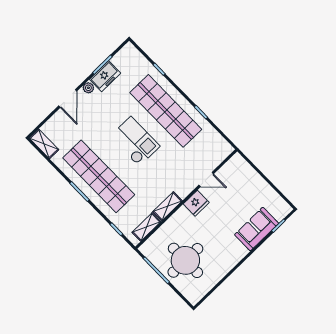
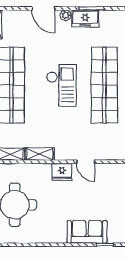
door: (68, 99) -> (43, 9), hinge flipped

